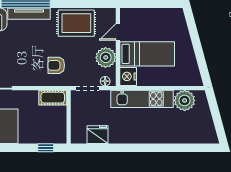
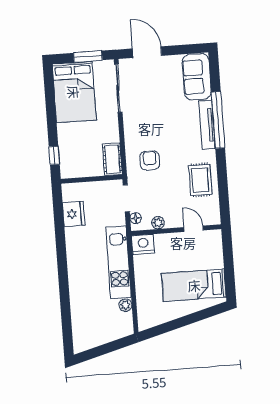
rug: (76, 23) -> (200, 180), width x0.73, depth x0.70
bed: (147, 54) -> (194, 285), moved, turned 90
plant: (106, 57) -> (158, 223), width x0.53, depth x0.53
plant: (185, 100) -> (125, 305), width x0.53, depth x0.53

